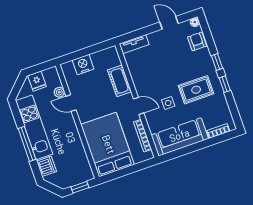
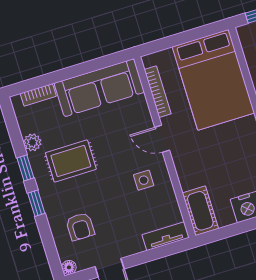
armchair: (197, 41) -> (80, 227), moved
cot: (120, 81) -> (200, 211), moved
plant: (221, 101) -> (32, 142), added
side table: (168, 103) -> (144, 180), moved

